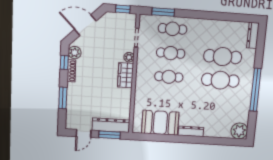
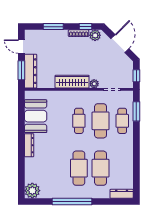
cafe table: (171, 53) -> (101, 121), width x1.37, depth x1.35
wardrobe: (125, 75) -> (72, 82), width x1.50

